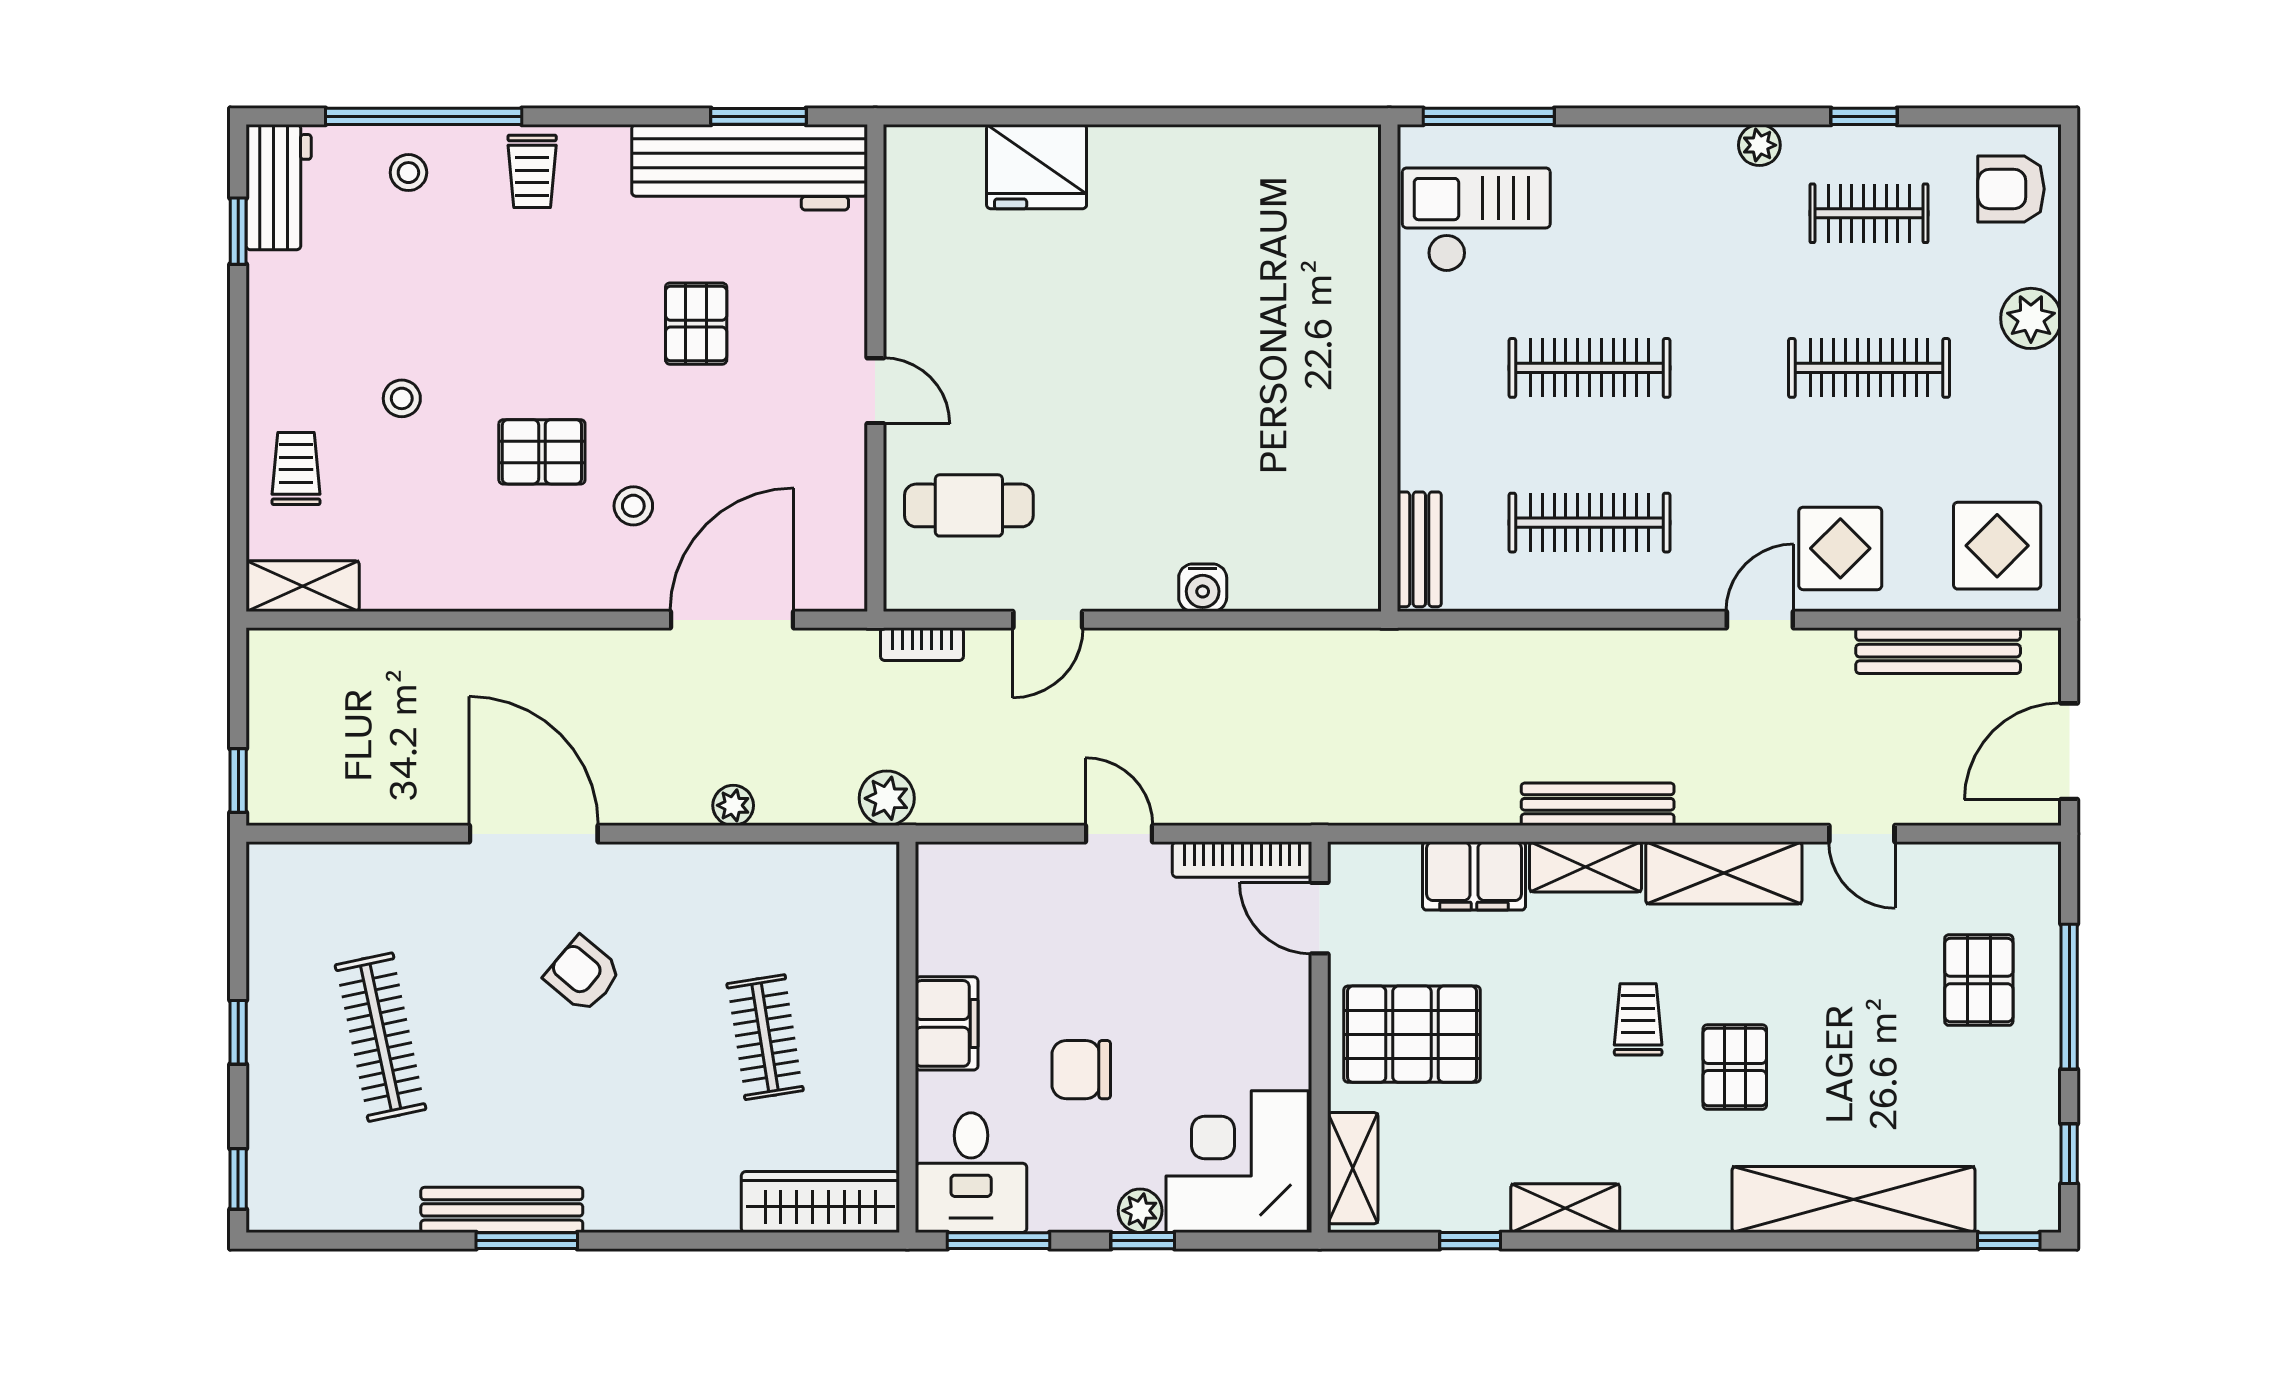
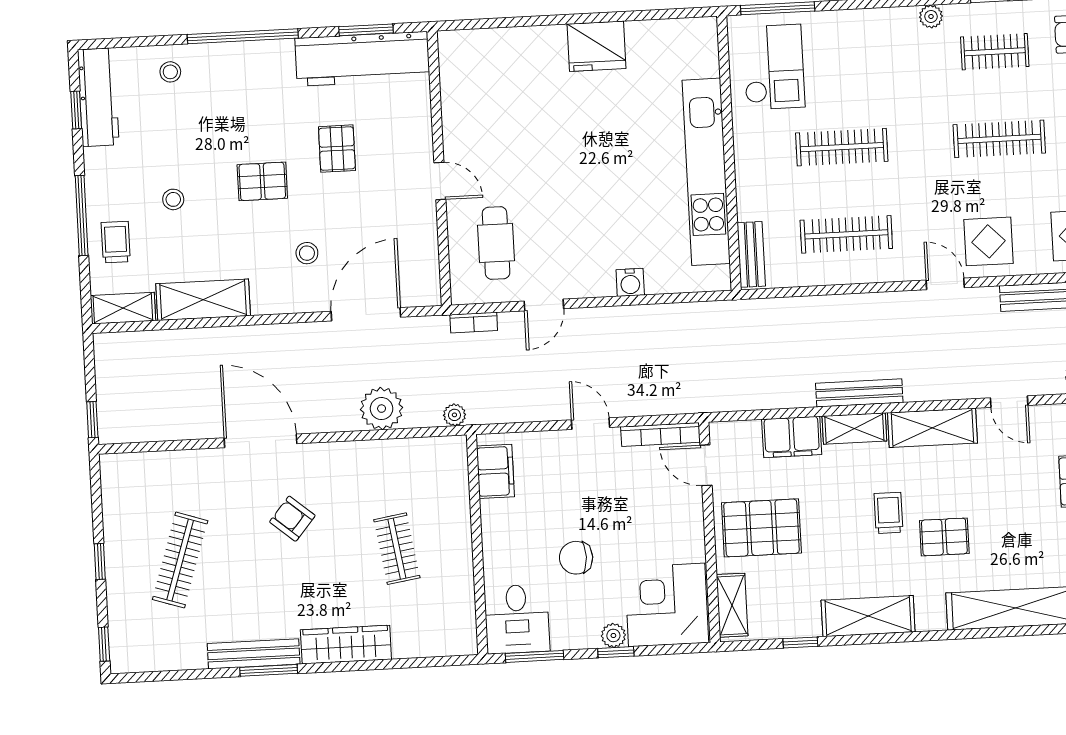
window: (424, 116) -> (243, 36), moved
fridge: (1037, 167) -> (597, 46), moved
trolley: (532, 171) -> (240, 68), removed
workbench: (279, 187) -> (98, 97), width x1.37
checkout: (1476, 220) -> (774, 67), turned 90
kitchen unit: (1347, 399) -> (706, 172), added
window: (238, 419) -> (82, 216), added
pallet: (542, 452) -> (262, 181), moved
cafe table: (969, 505) -> (496, 243), turned 90
shelving: (445, 579) -> (203, 300), added
door: (1760, 620) -> (945, 284), hinge flipped
plant: (887, 798) -> (454, 415), width x0.73, depth x0.73
plant: (733, 805) -> (382, 409), width x1.87, depth x1.87
filing cabinet: (947, 1023) -> (495, 471), moved
clothes rail: (381, 1037) -> (180, 560), turned 30
pallet: (1735, 1067) -> (944, 537), turned 90
wardrobe: (820, 1202) -> (346, 645), moved
shelving: (1565, 1208) -> (868, 616), width x1.50, depth x1.33

